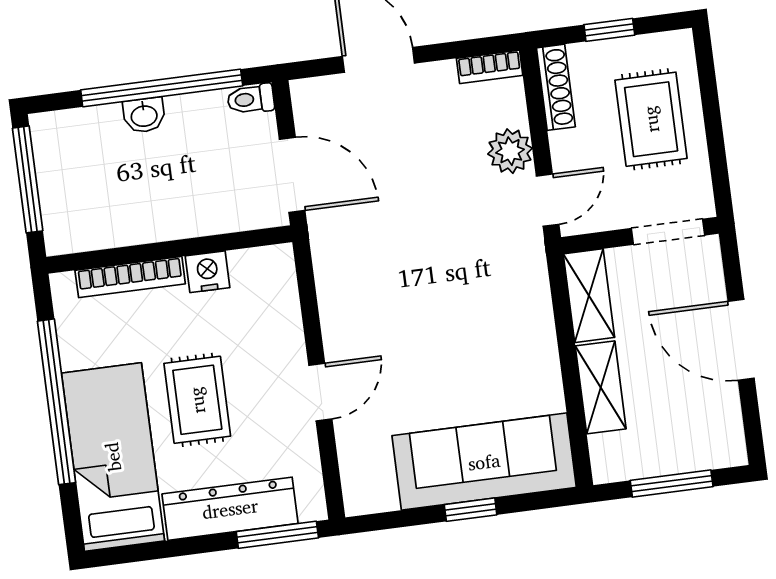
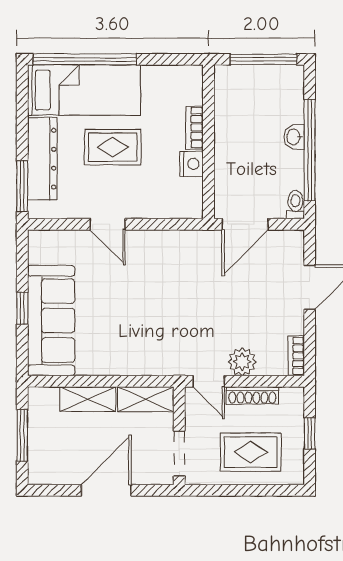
shoe rack: (556, 87) -> (252, 395), moved
bookcase: (130, 277) -> (195, 127), width x0.64
window: (56, 402) -> (85, 59), moved

